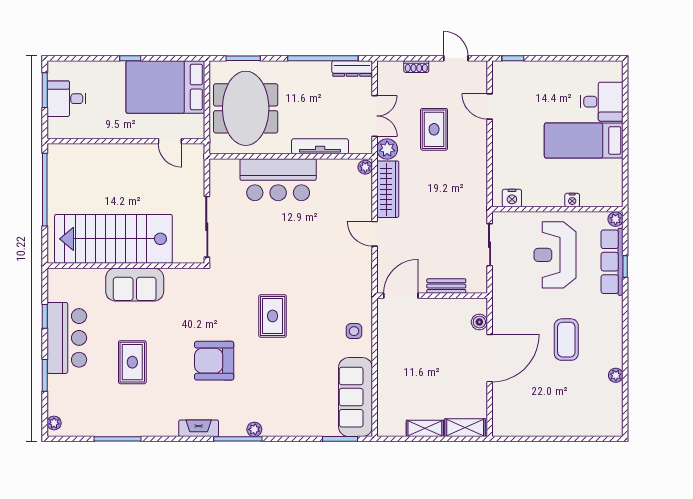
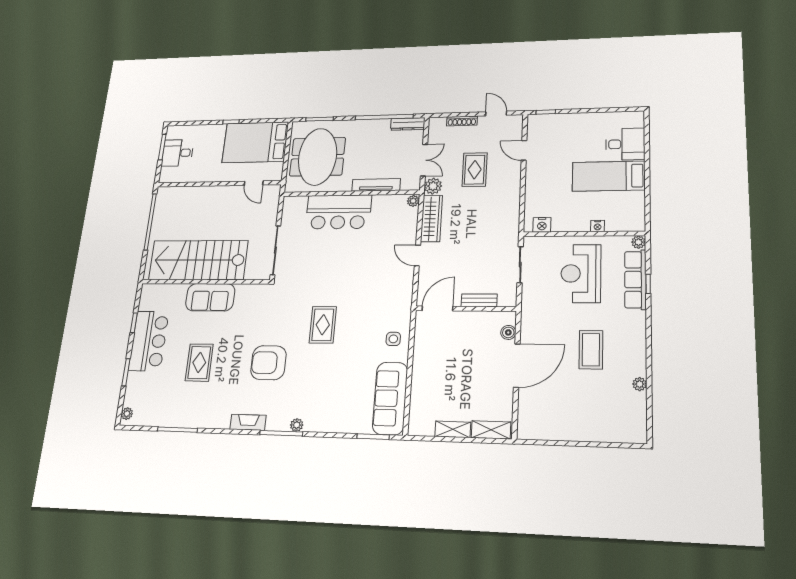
shoe rack: (416, 67) -> (462, 121), width x1.43

